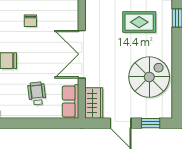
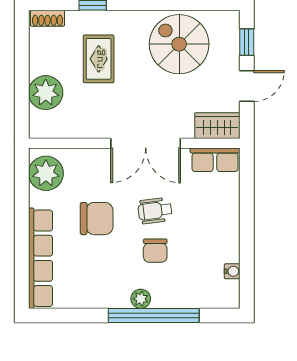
chair: (30, 21) -> (97, 219), width x1.87, depth x1.87
wheelchair: (37, 93) -> (155, 211), moved

